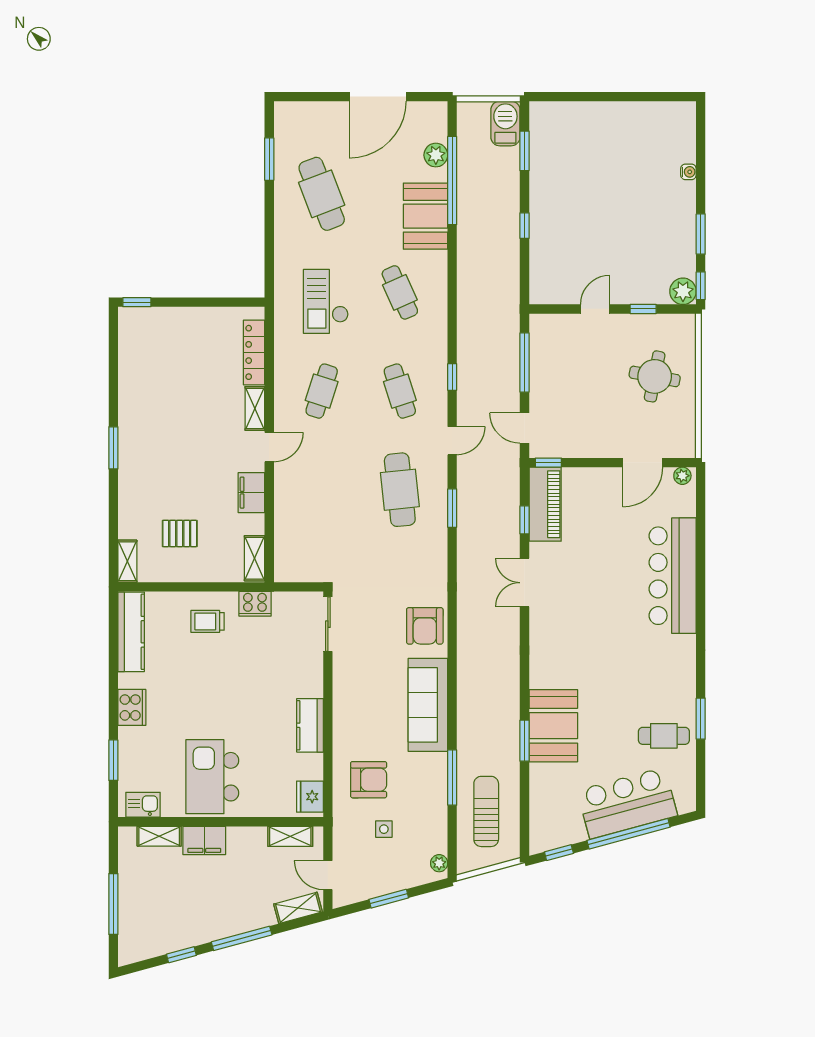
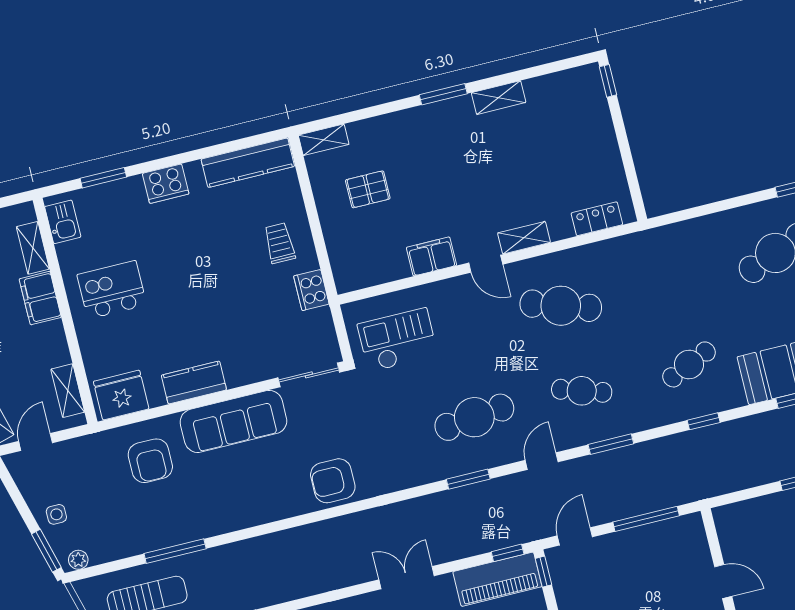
window: (452, 292) -> (704, 421), added
checkout: (326, 301) -> (398, 340), moved
locker: (254, 352) -> (597, 219), width x0.66
window: (452, 377) -> (611, 444), width x1.50
cafe table: (322, 391) -> (561, 306), width x1.37, depth x1.35
cafe table: (400, 391) -> (582, 391), turned 36
door: (452, 441) -> (542, 461), swing flipped
window: (525, 520) -> (508, 553), moved
pallet: (180, 533) -> (368, 189), turned 90
shelving: (255, 558) -> (499, 98), moved
sofa: (428, 705) -> (233, 421), moved, turned 180
kitchen island: (212, 777) -> (112, 290), width x0.73, depth x0.78
fridge: (310, 797) -> (121, 395), width x1.36, depth x1.34
side table: (384, 829) -> (56, 514), moved
window: (389, 899) -> (46, 551), moved

